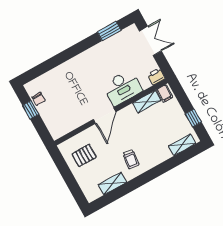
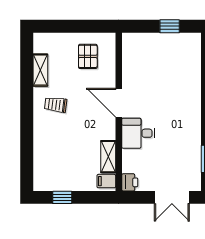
desk: (122, 88) -> (138, 133), width x0.73
chair: (39, 99) -> (177, 41), removed
shelving: (182, 145) -> (40, 169), removed

